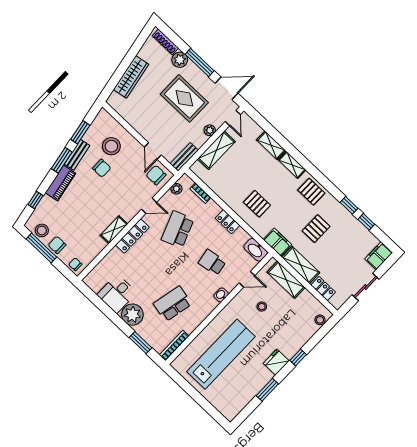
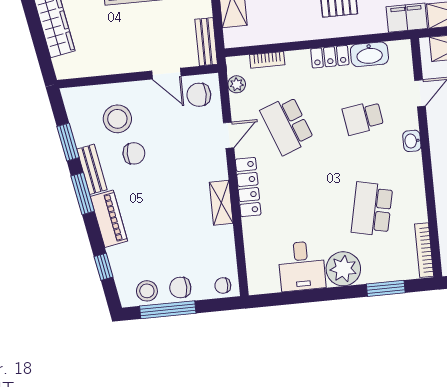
washbasin: (256, 250) -> (369, 54), moved

